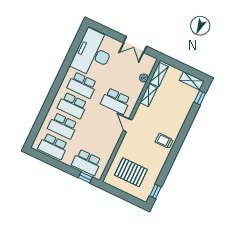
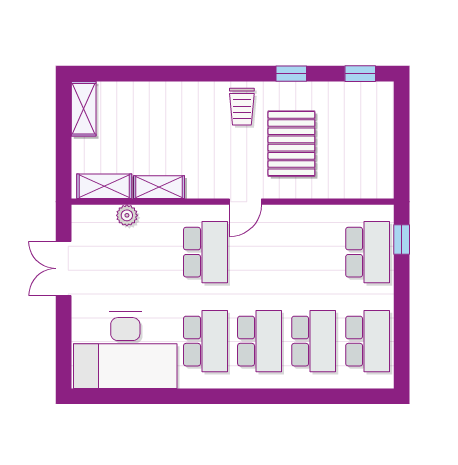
double door: (135, 44) -> (64, 269), swing flipped
window: (200, 98) -> (291, 74), moved
pallet: (131, 172) -> (291, 144), moved

